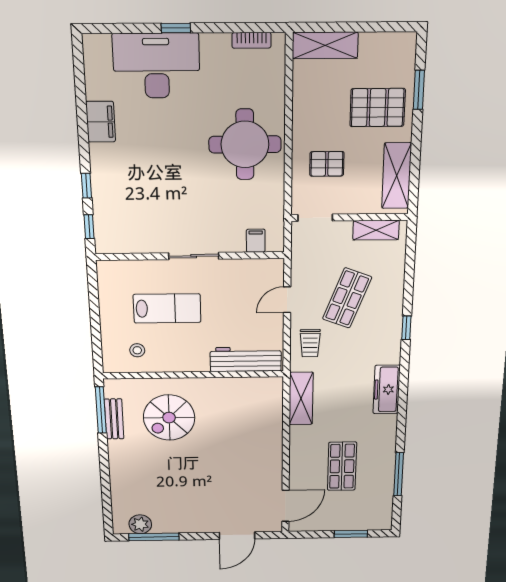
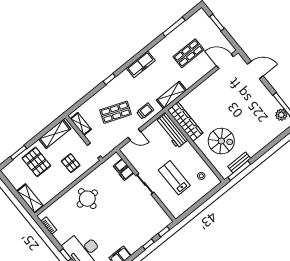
round table: (245, 144) -> (87, 199), width x0.73, depth x0.73
filing cabinet: (235, 240) -> (126, 173), added
wardrobe: (243, 389) -> (185, 122), added

